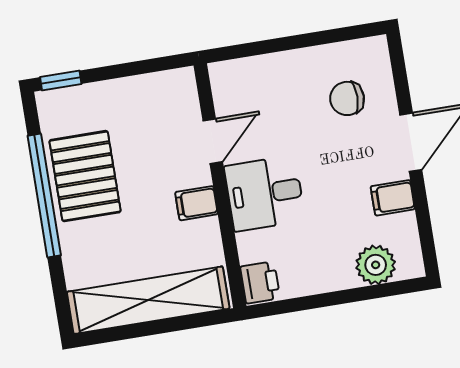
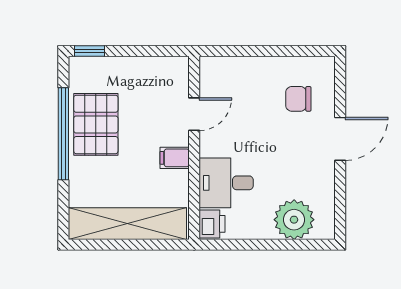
desk: (265, 193) -> (226, 183), moved
filing cabinet: (393, 198) -> (320, 178), removed
plant: (376, 265) -> (294, 220), width x1.36, depth x1.36

